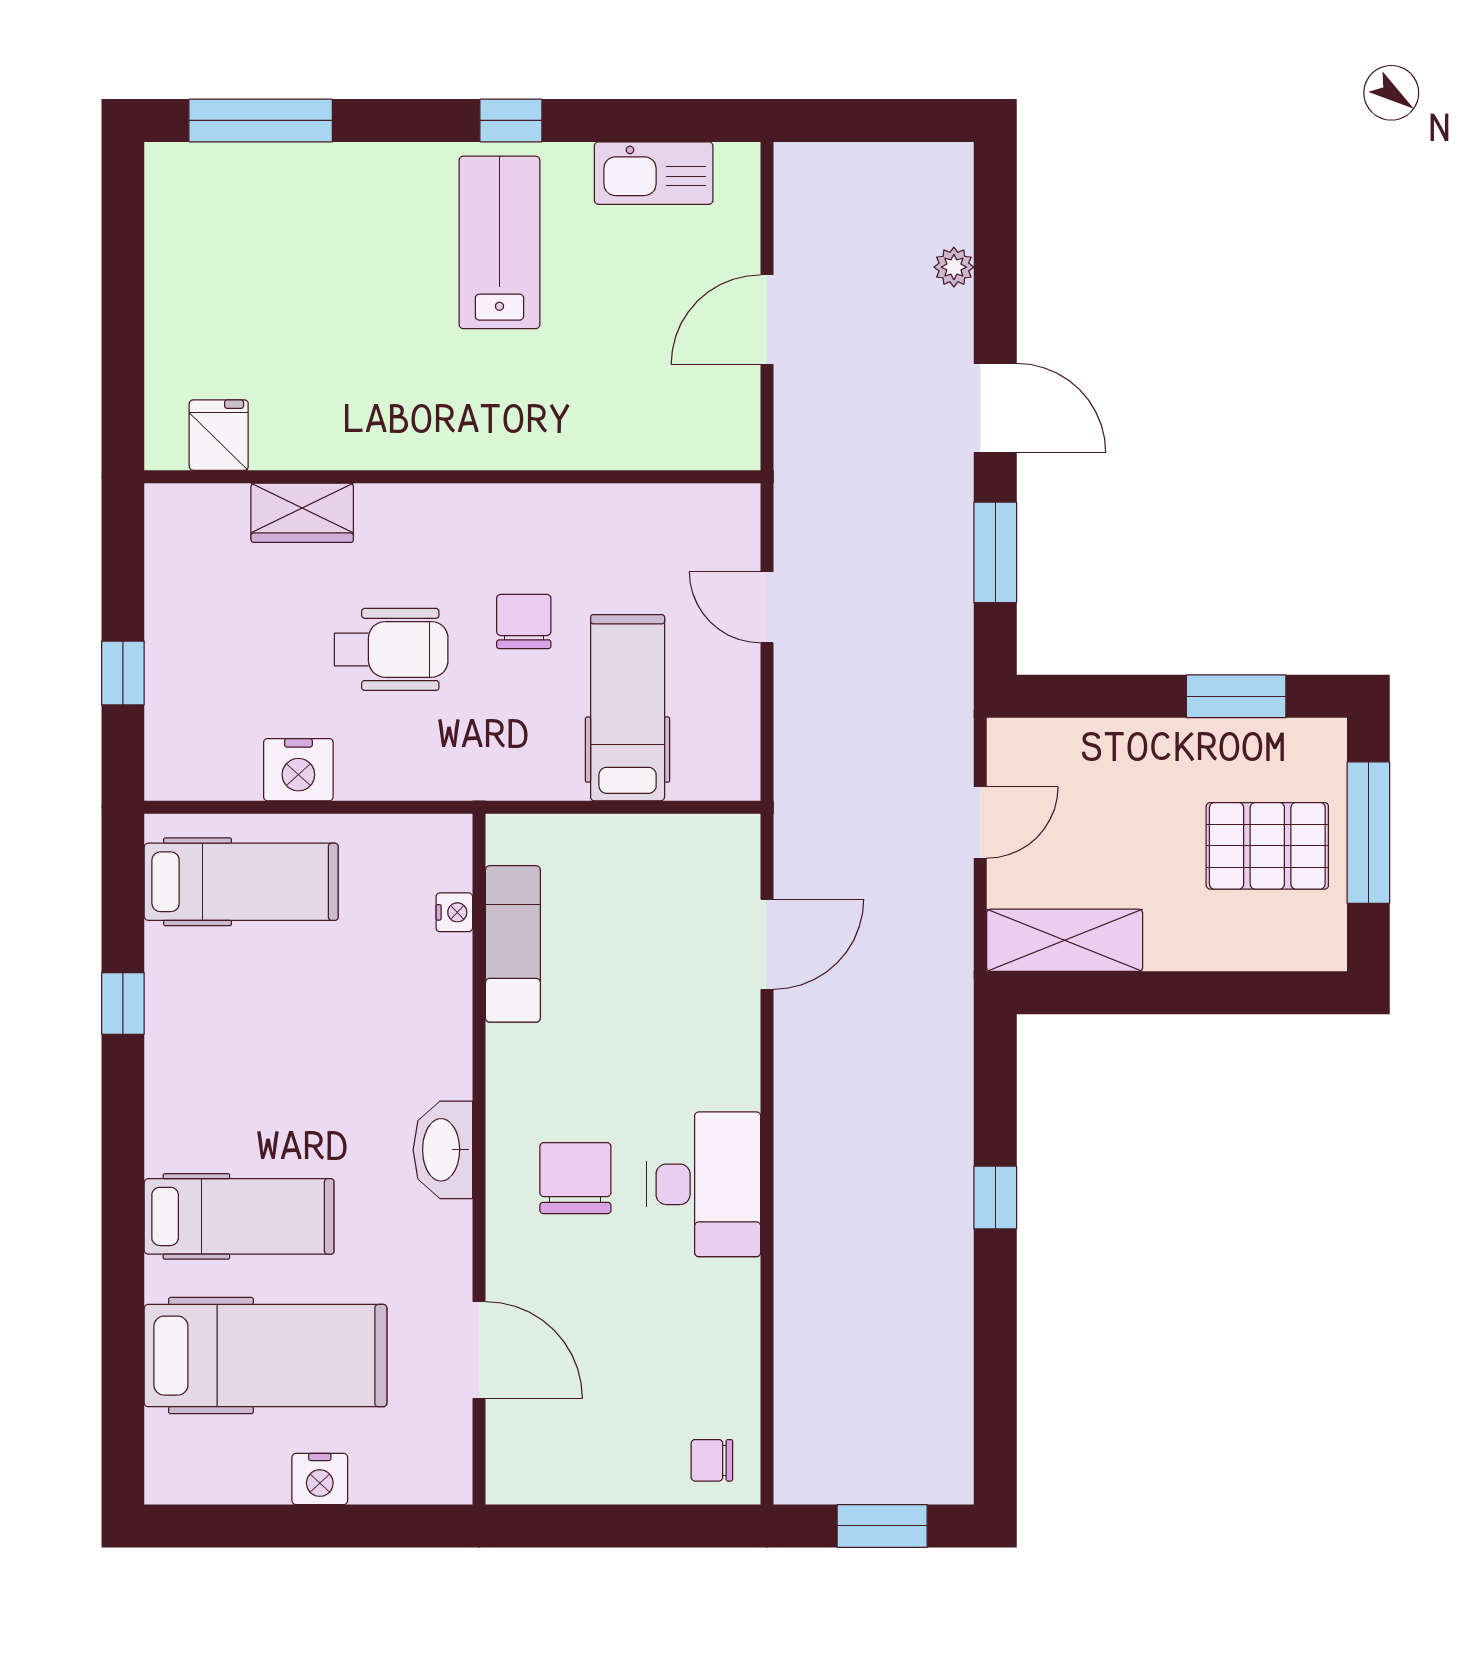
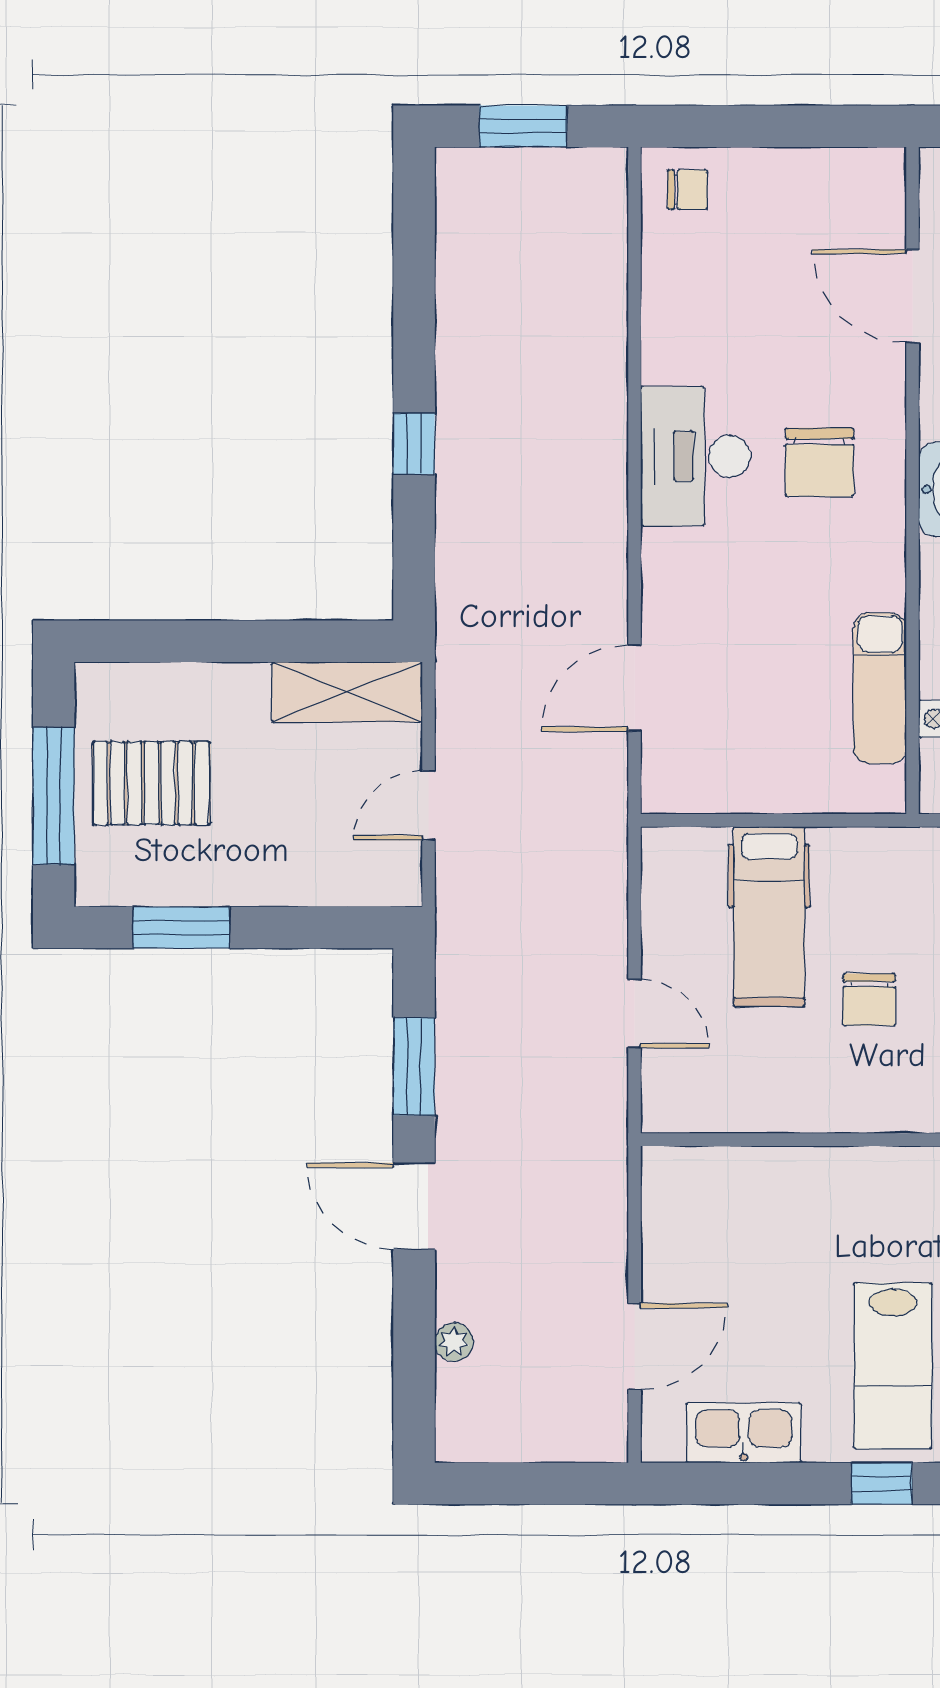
door: (767, 320) -> (634, 1346), moved

